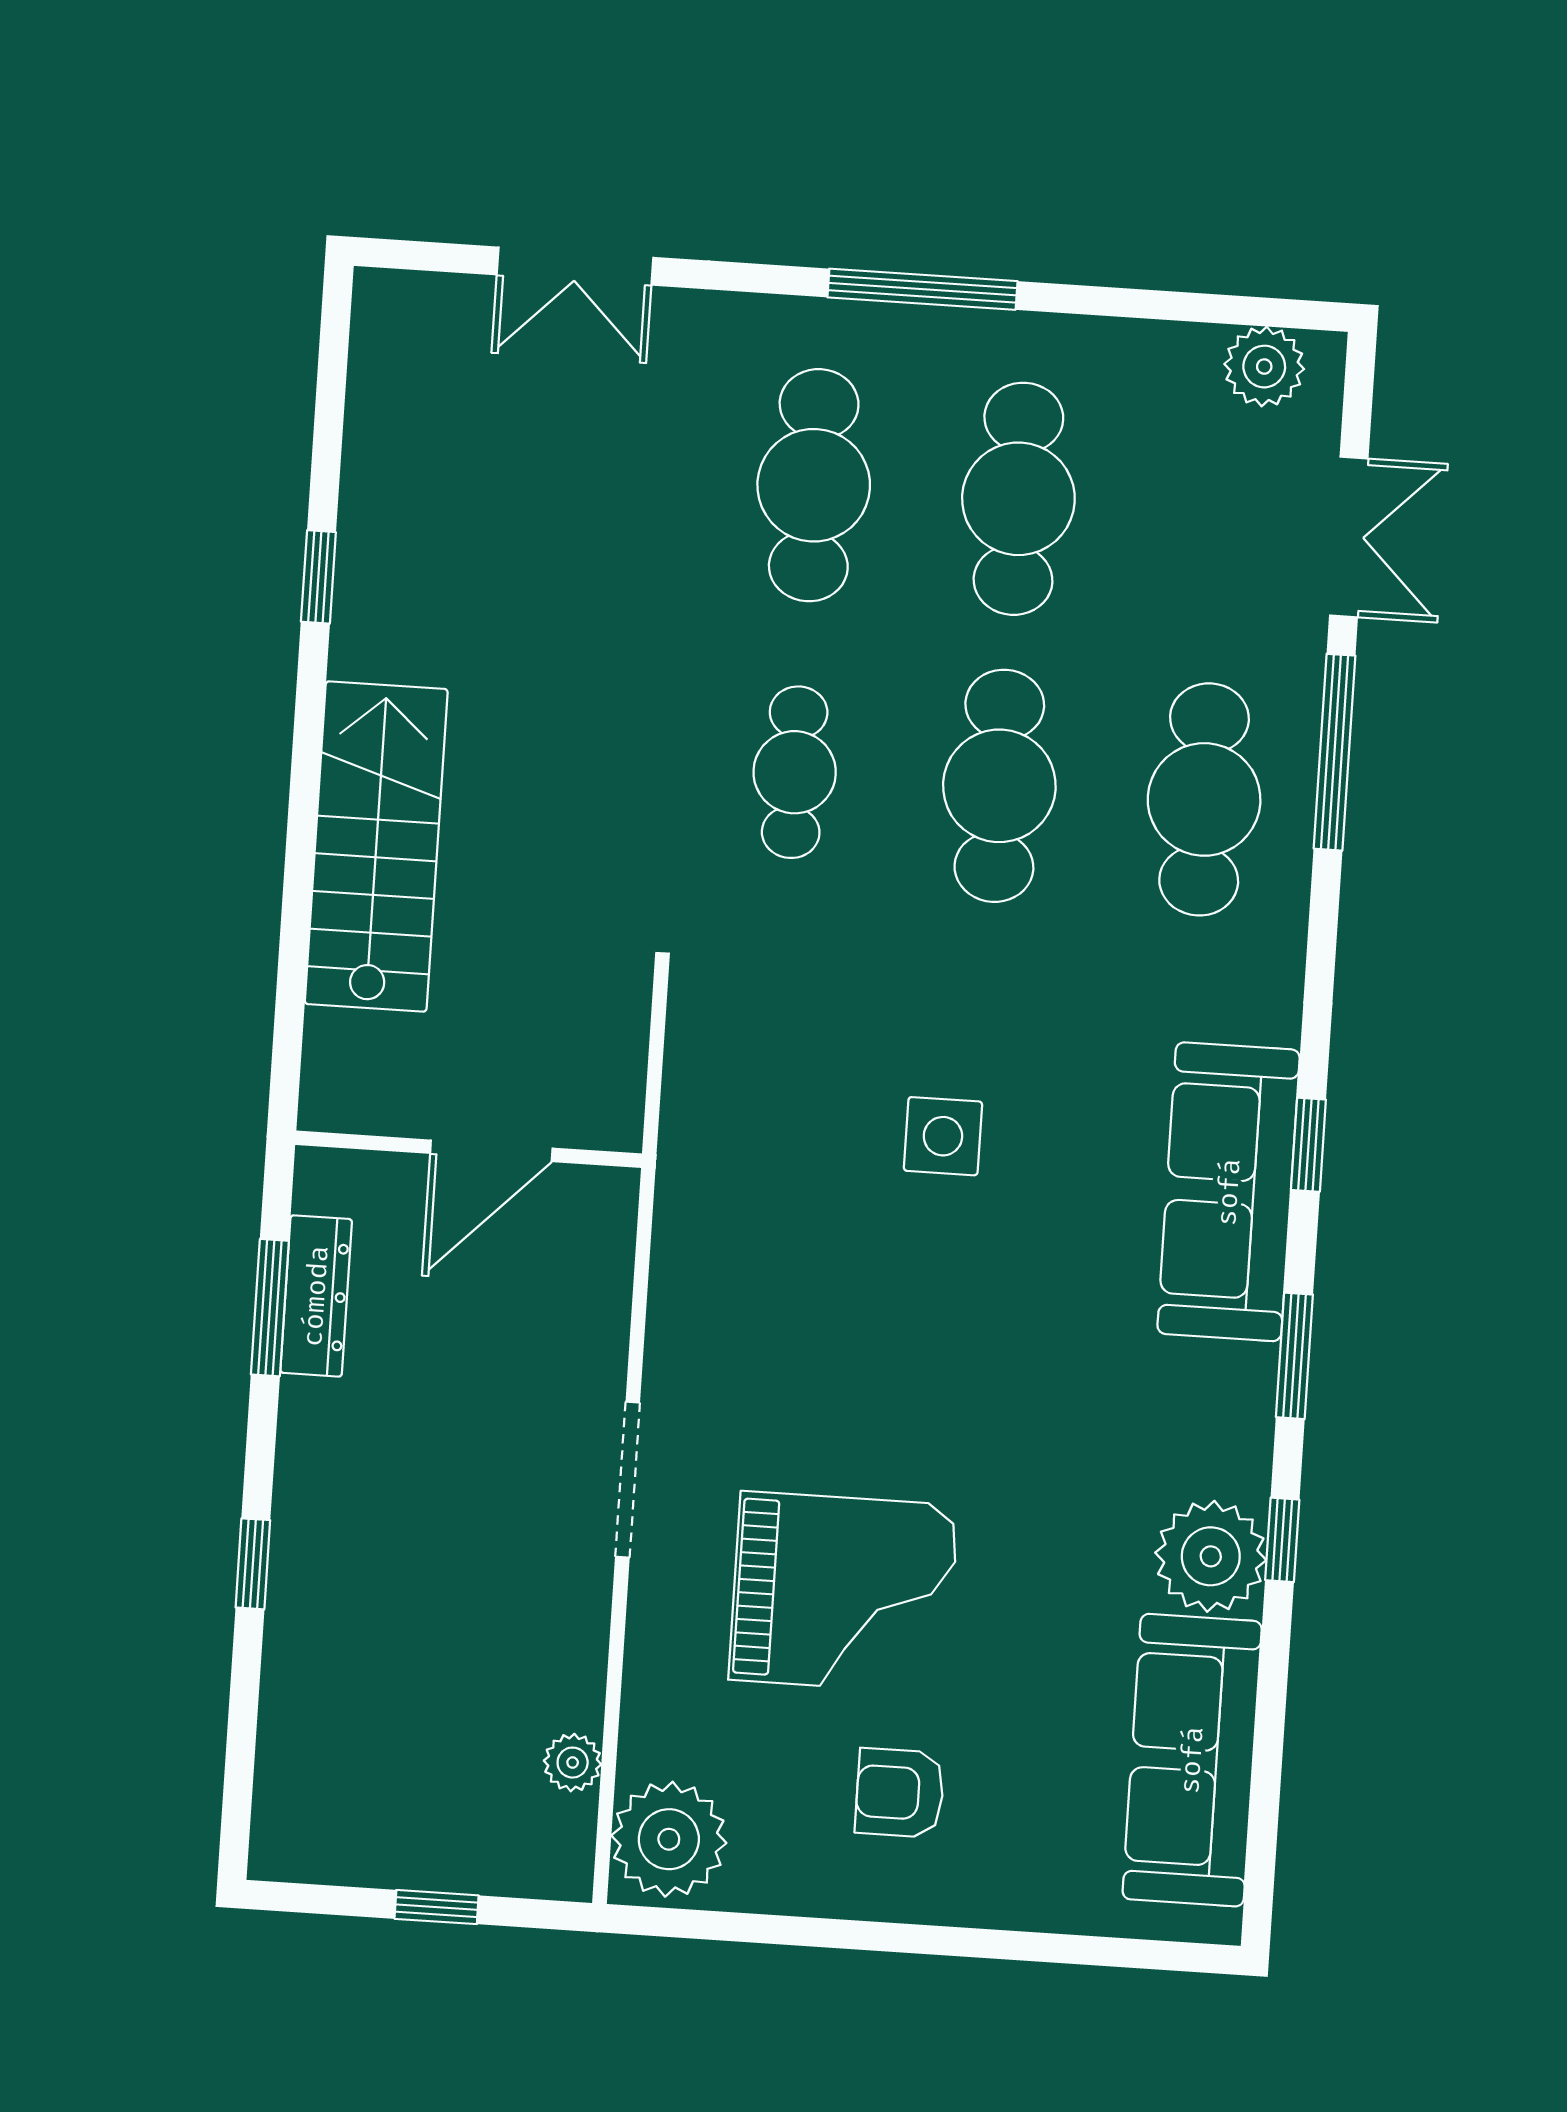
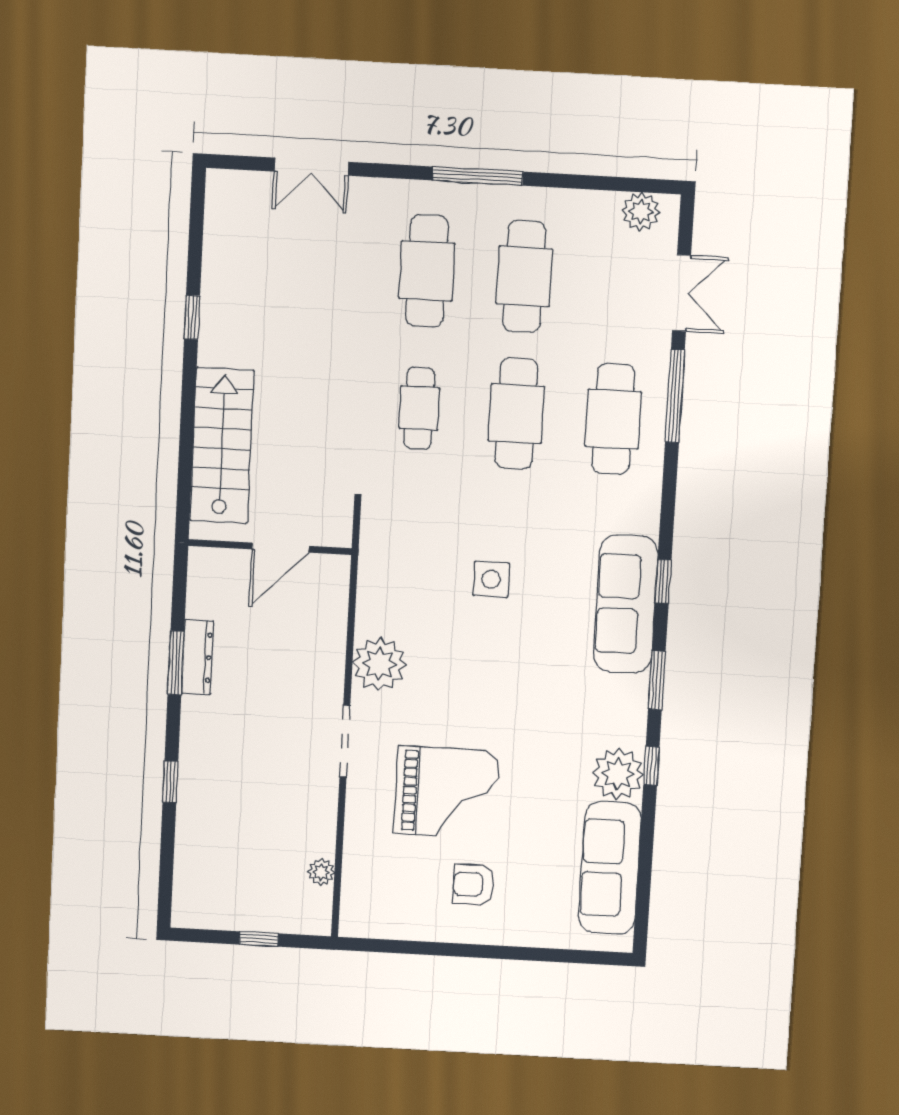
wall: (469, 1149) -> (270, 547), moved
door: (491, 1151) -> (281, 548), moved
plant: (669, 1839) -> (379, 664), moved

